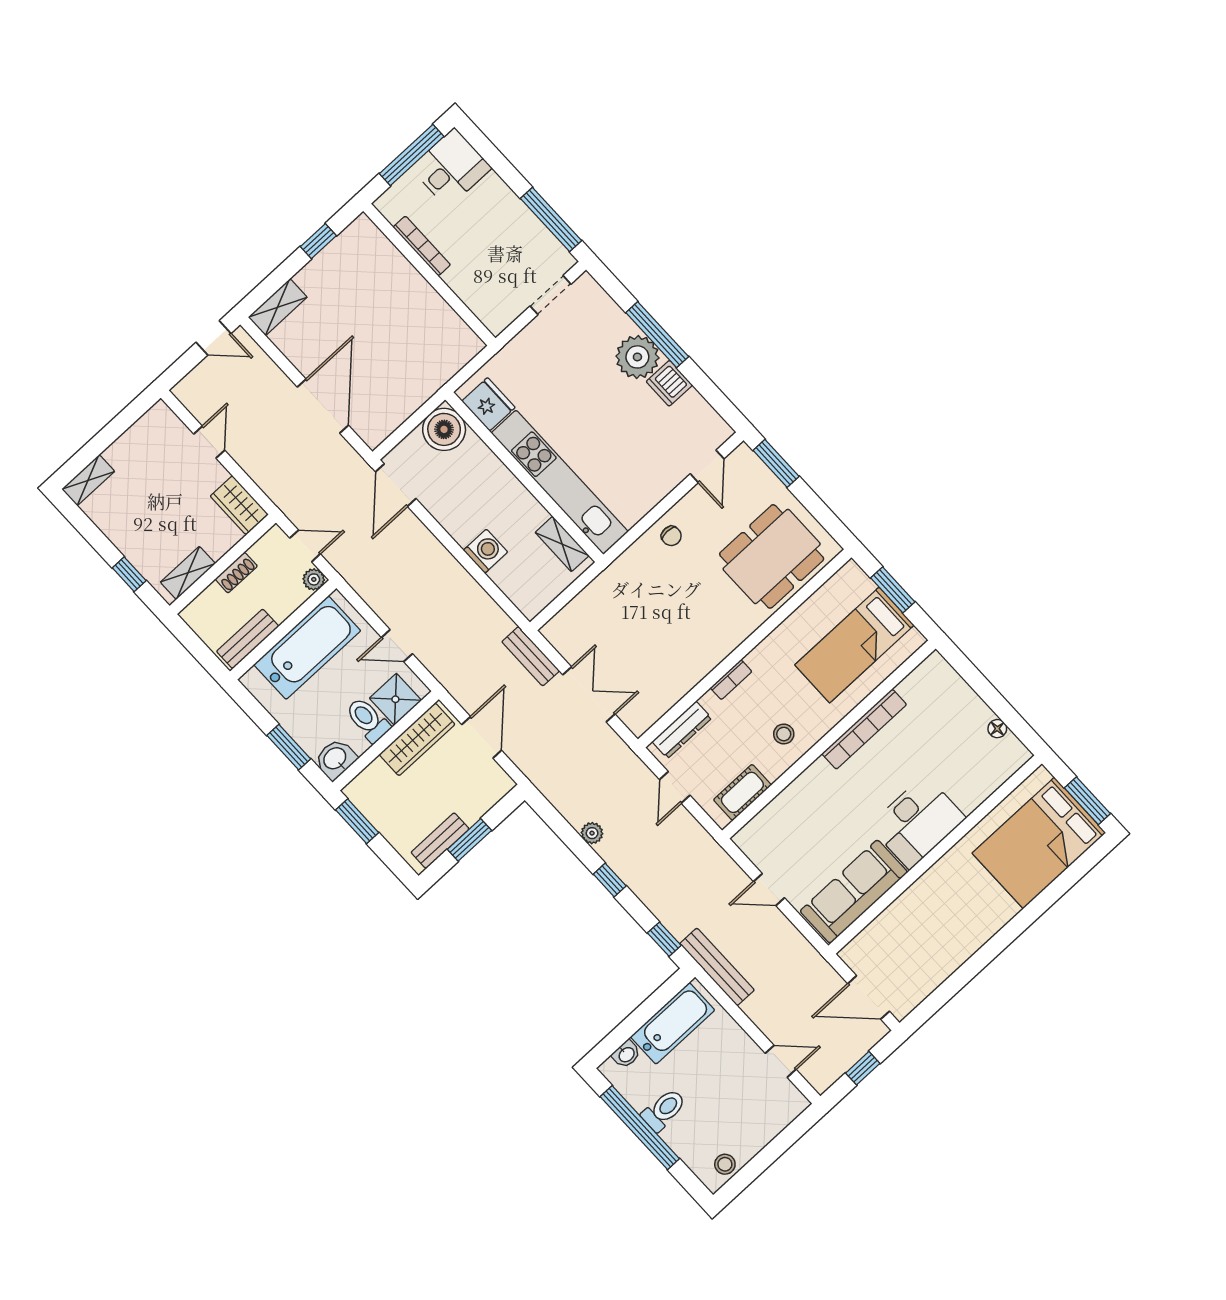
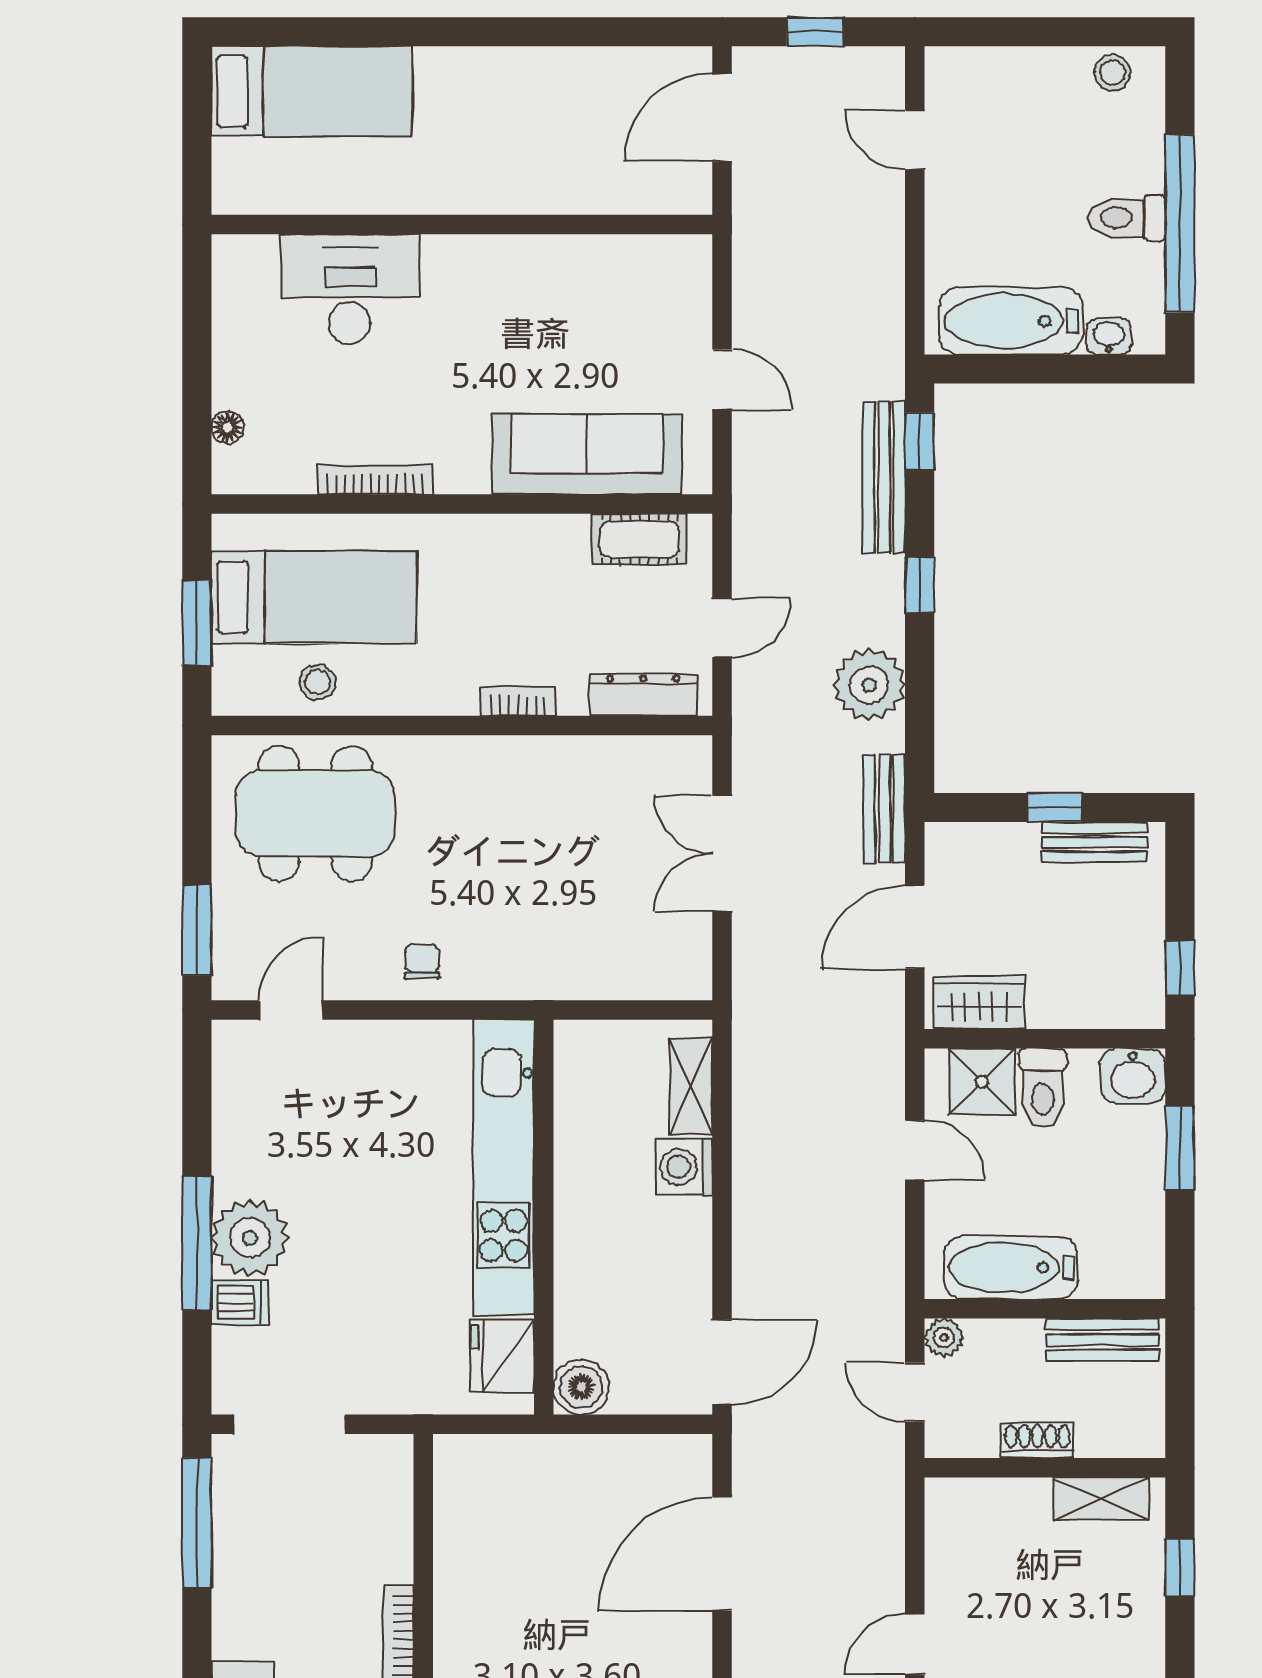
doorway: (550, 295) -> (289, 1424), width x1.38
dishwasher: (669, 383) -> (240, 1302), moved, width x0.73
boiler: (444, 429) -> (581, 1387), width x0.73, depth x0.73
wardrobe: (239, 505) -> (952, 1526), removed
shelving: (562, 544) -> (691, 1087), moved
bathtub: (307, 648) -> (1011, 1268), width x0.73, depth x0.73
bench: (531, 656) -> (884, 808), moved
bookcase: (864, 729) -> (375, 479), width x0.68, depth x0.76
floor lamp: (997, 729) -> (228, 427), moved
stool: (784, 734) -> (318, 682), moved
wardrobe: (417, 739) -> (979, 1003), width x0.67
window: (1087, 801) -> (197, 111), removed
window: (357, 821) -> (1180, 968), width x0.67
desk: (917, 822) -> (350, 289), moved
plant: (592, 833) -> (869, 685), width x1.87, depth x1.87
window: (469, 840) -> (1055, 808), width x0.67
bed: (1039, 843) -> (312, 91), width x0.67
sofa: (854, 892) -> (587, 454), moved, turned 180
bench: (717, 967) -> (884, 477), moved
door: (869, 997) -> (722, 117), swing flipped

